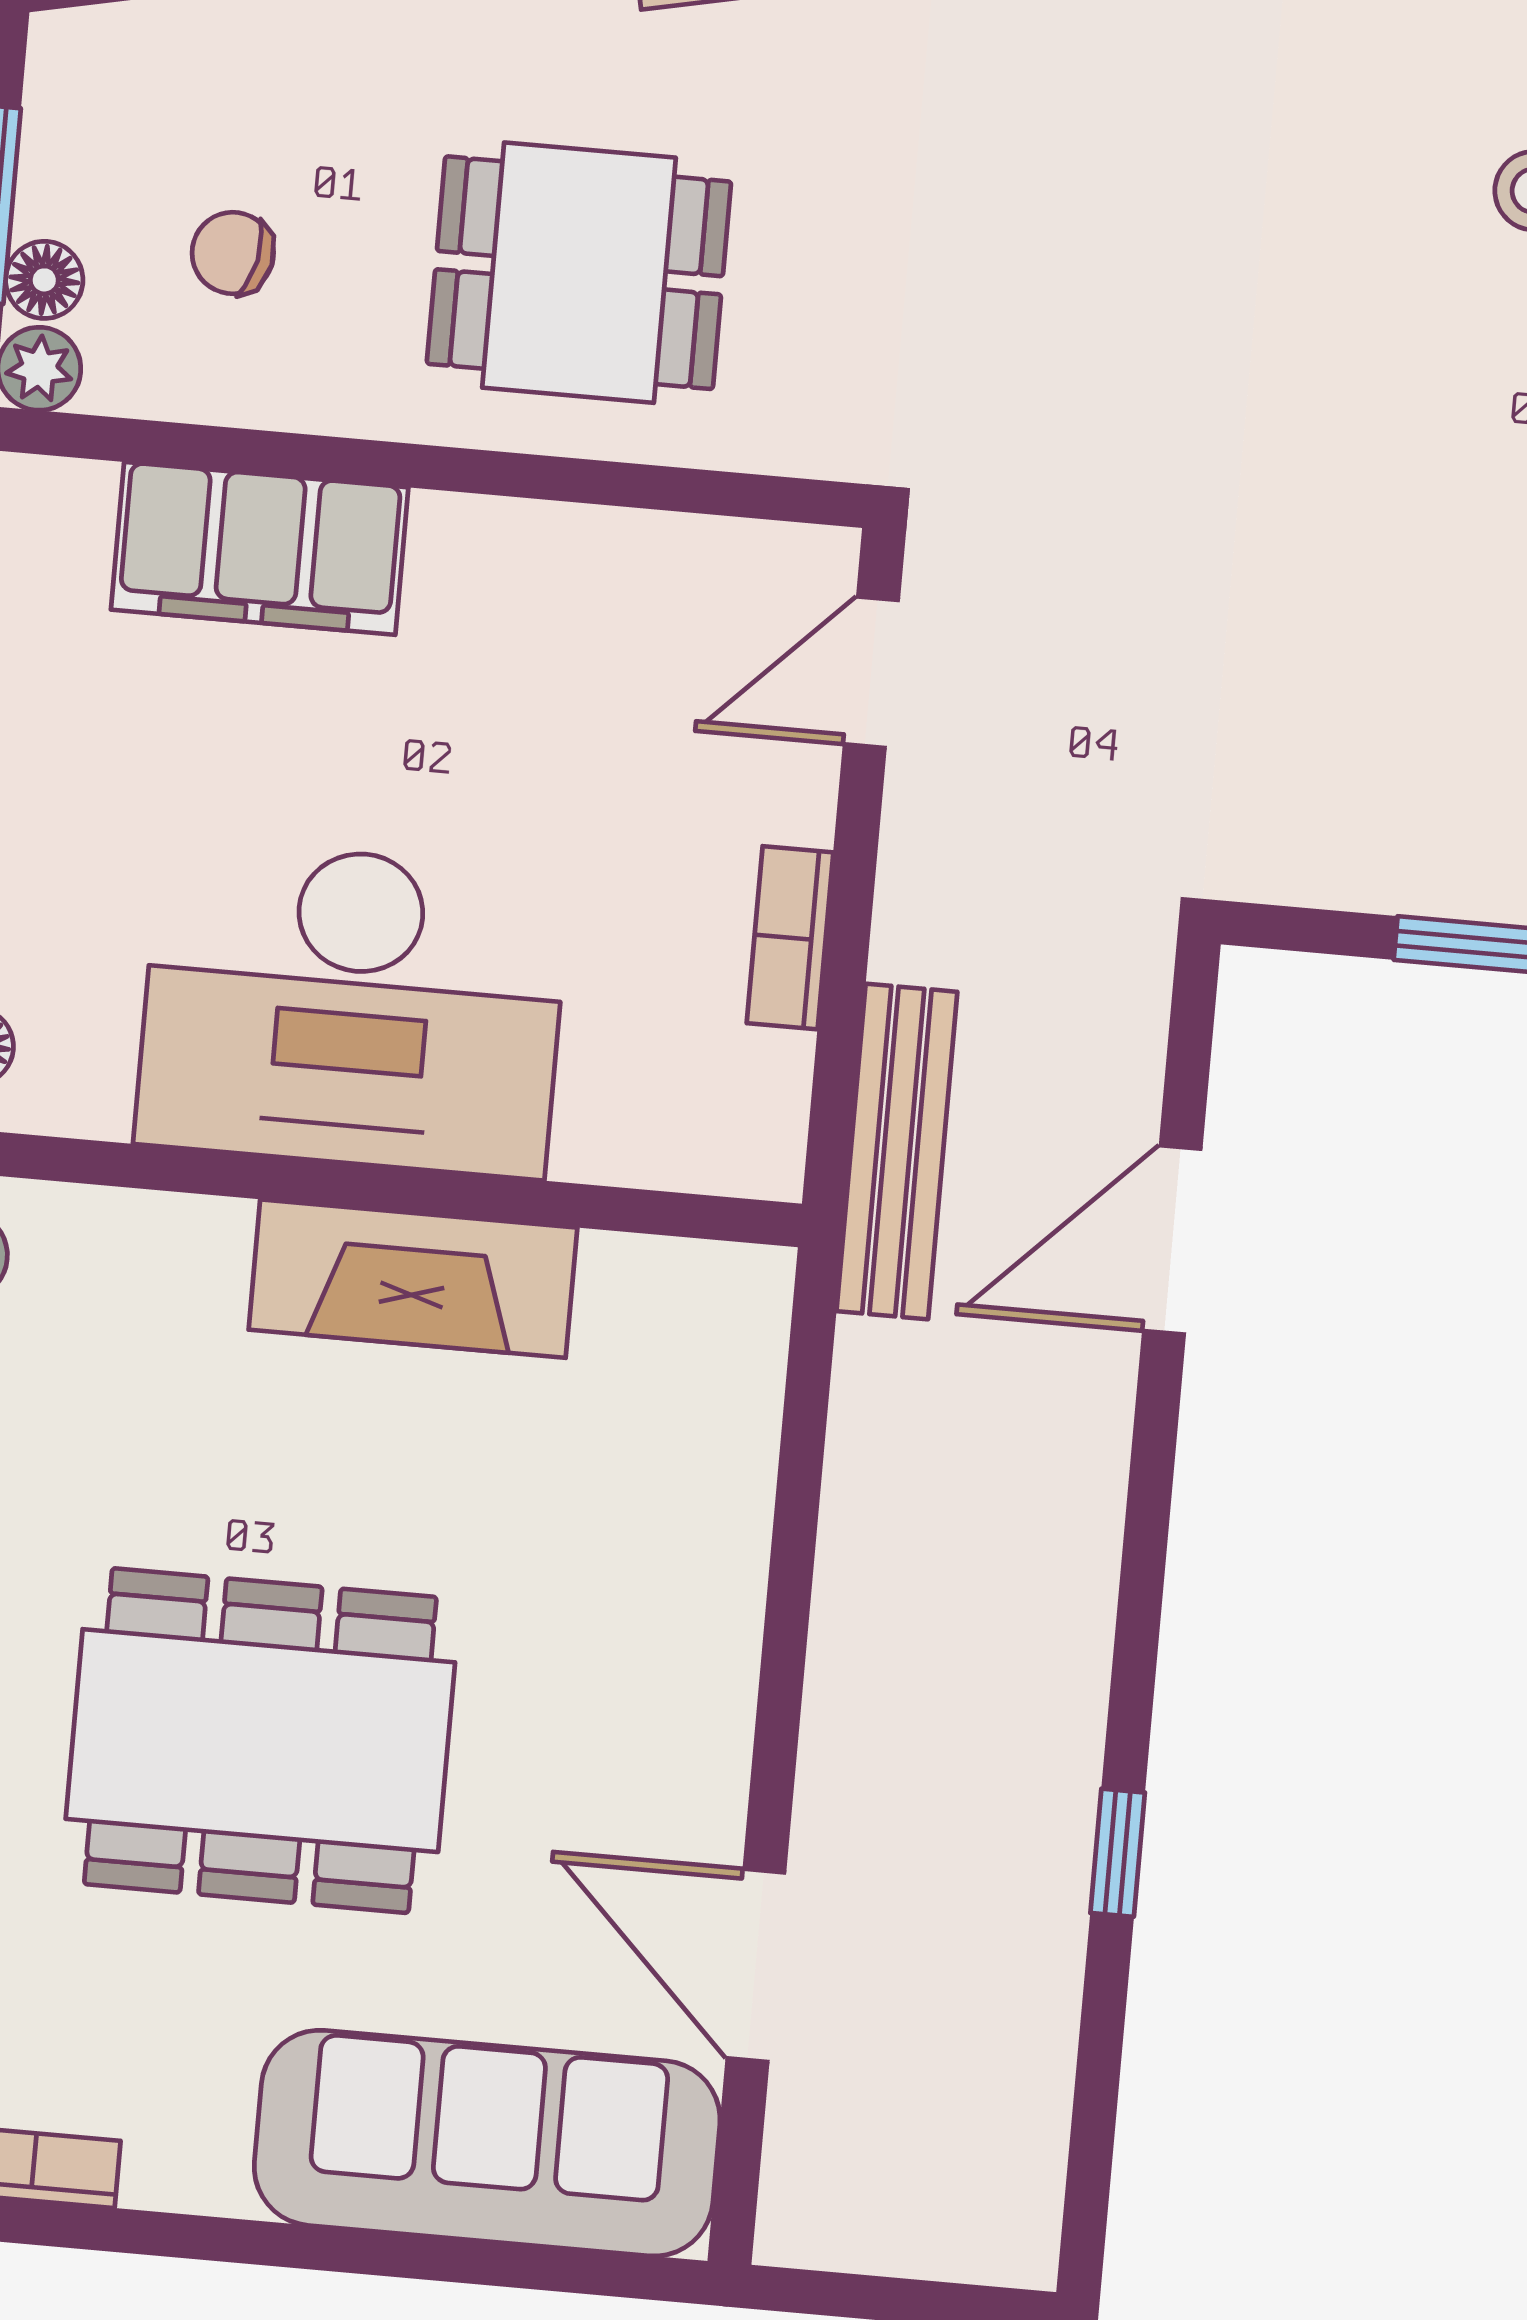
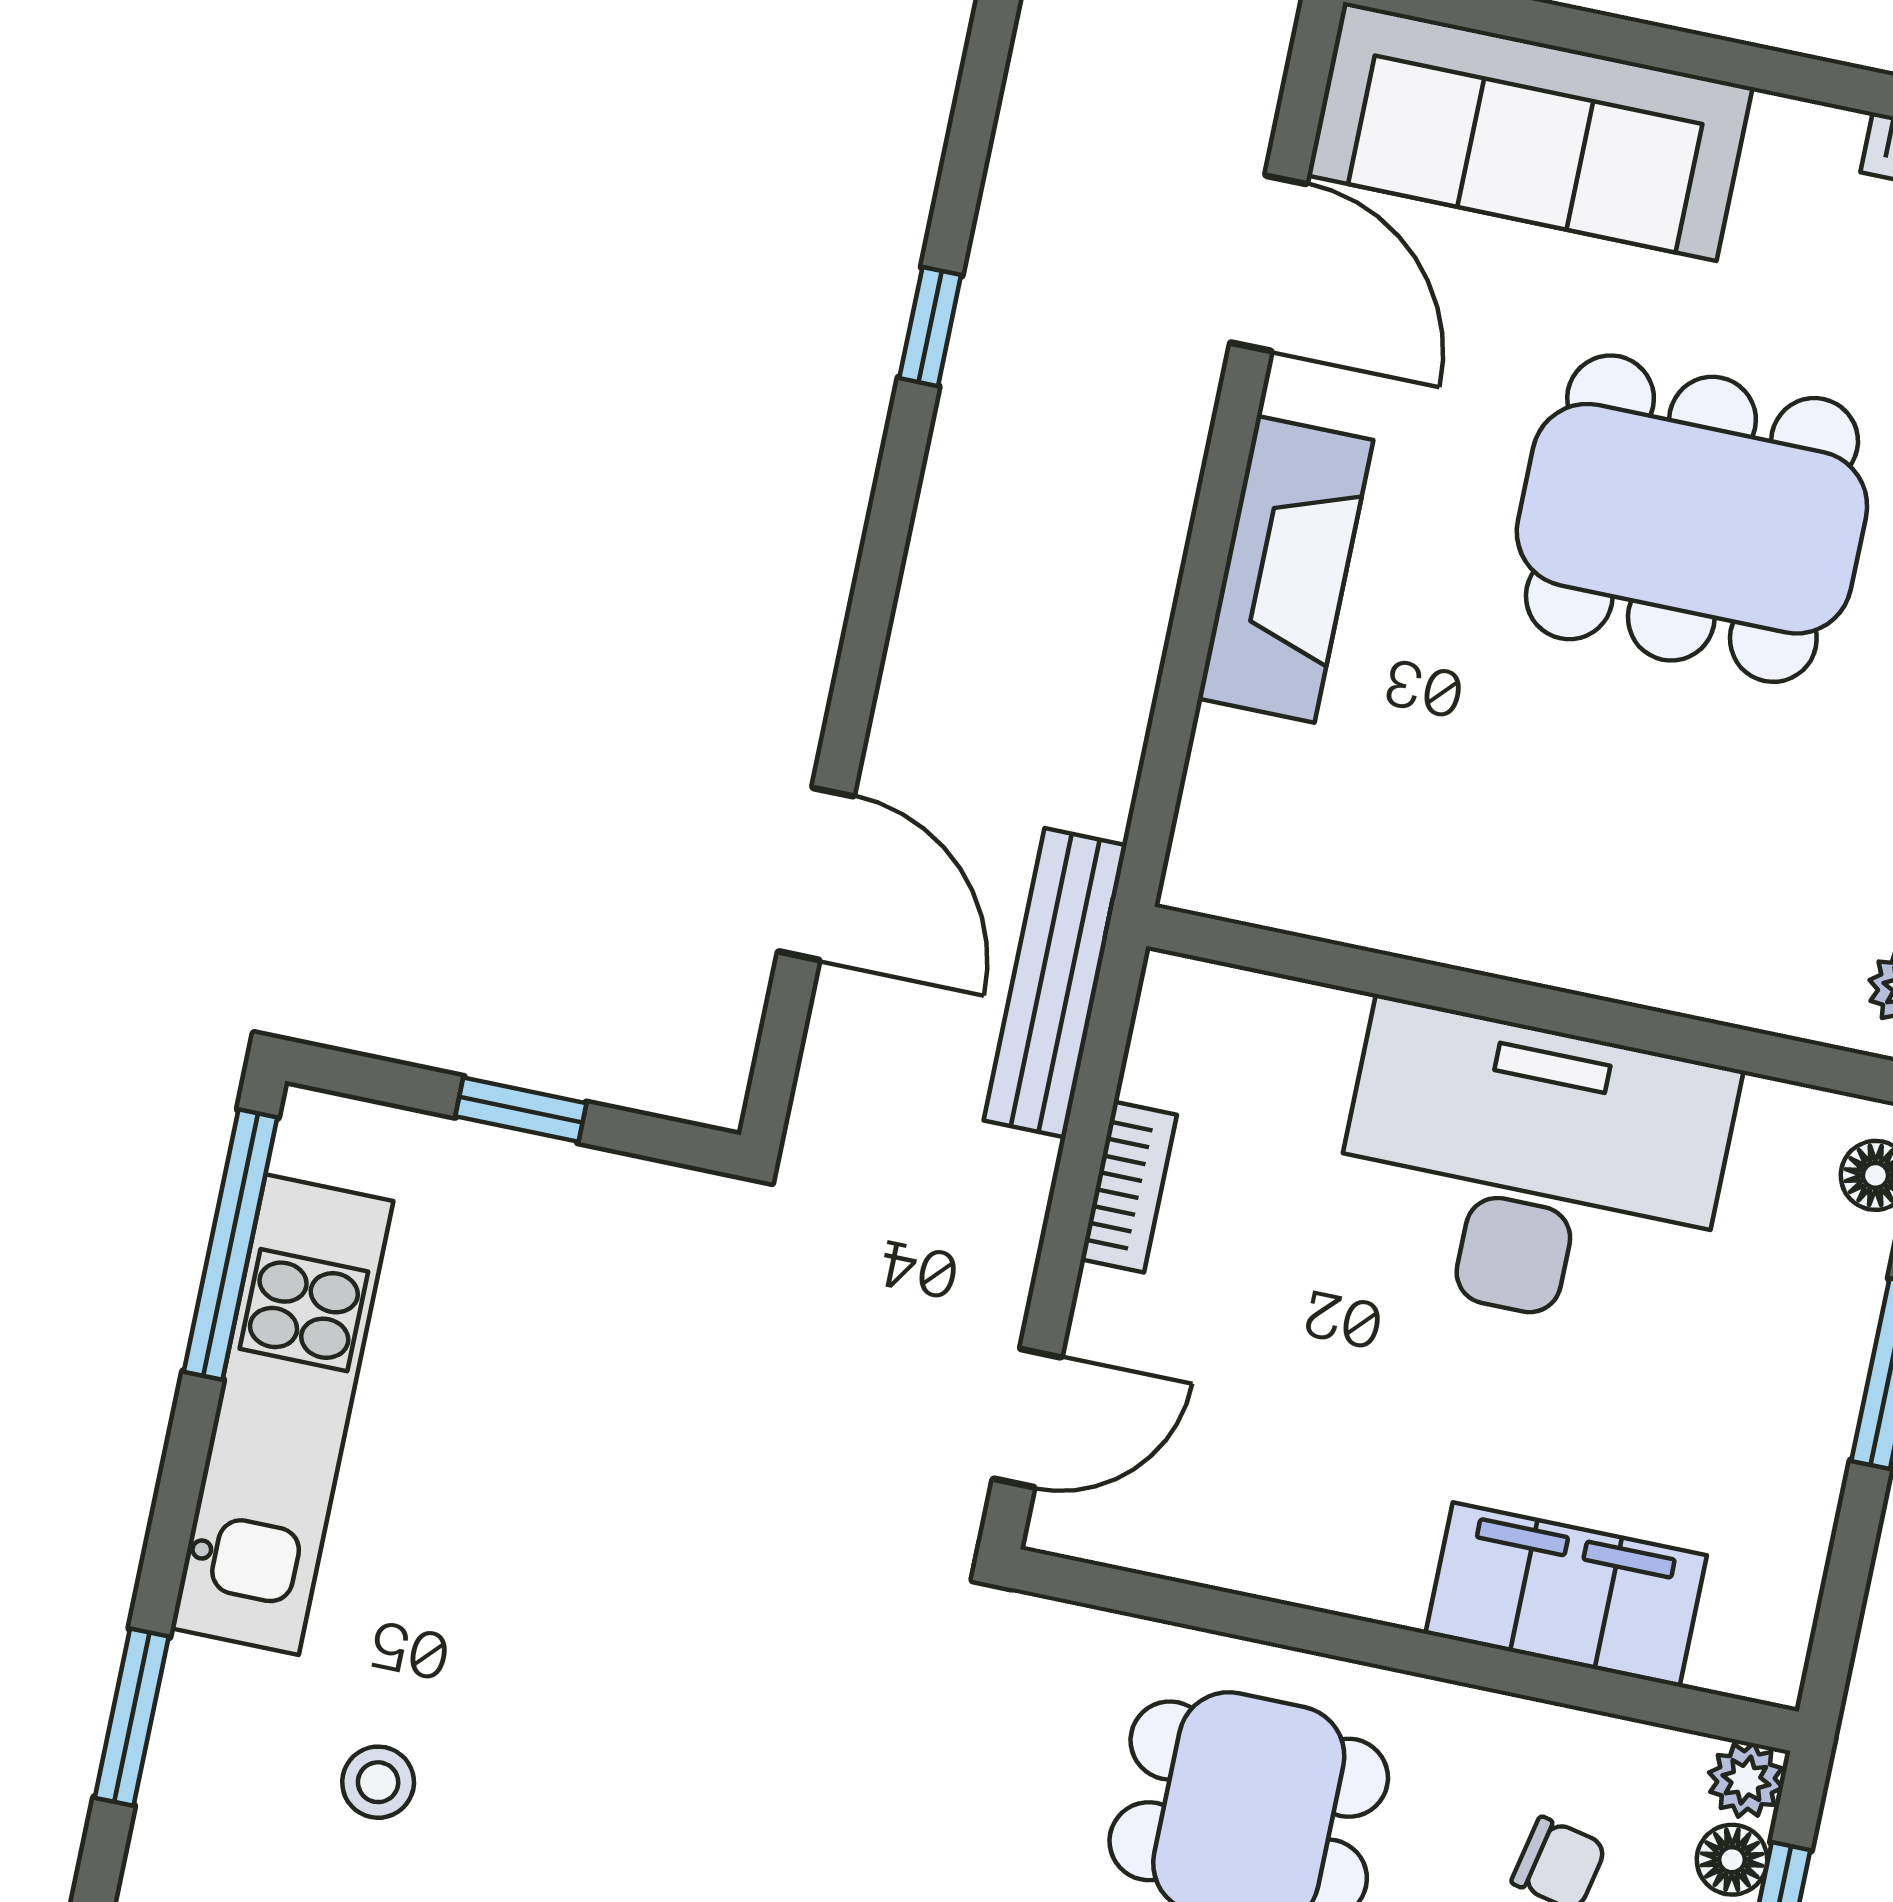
door: (1172, 1240) -> (816, 874), hinge flipped
fireplace: (413, 1279) -> (1286, 569), moved, turned 90

